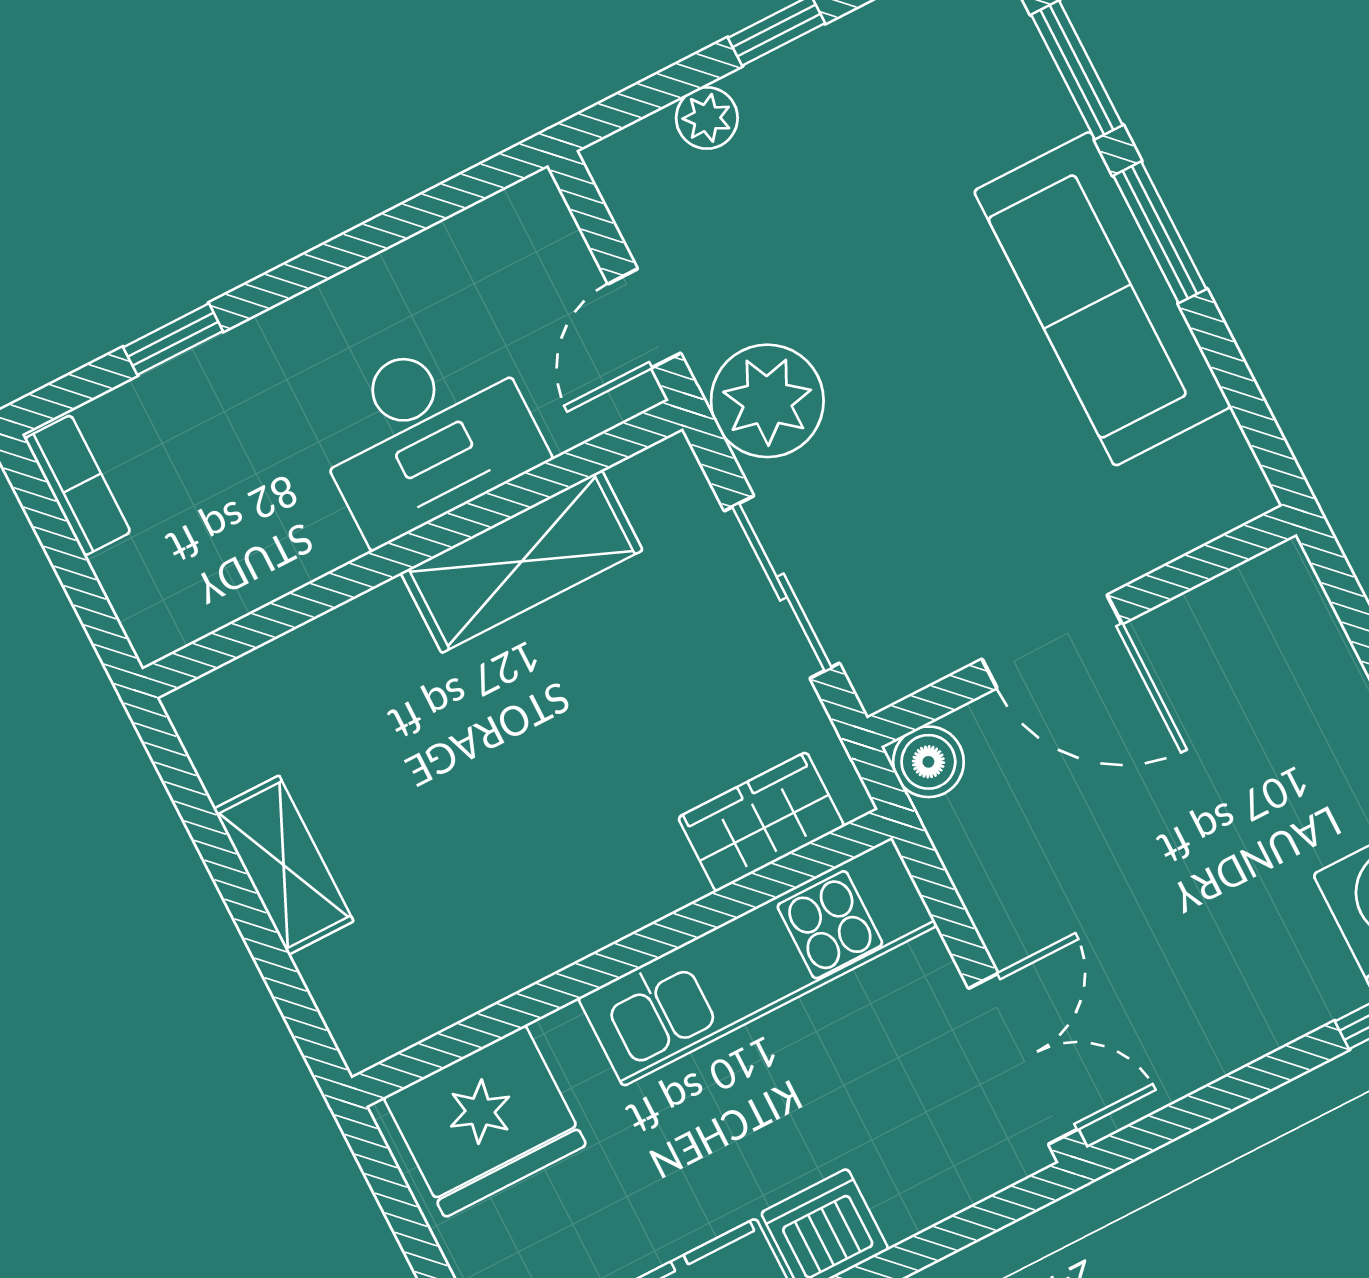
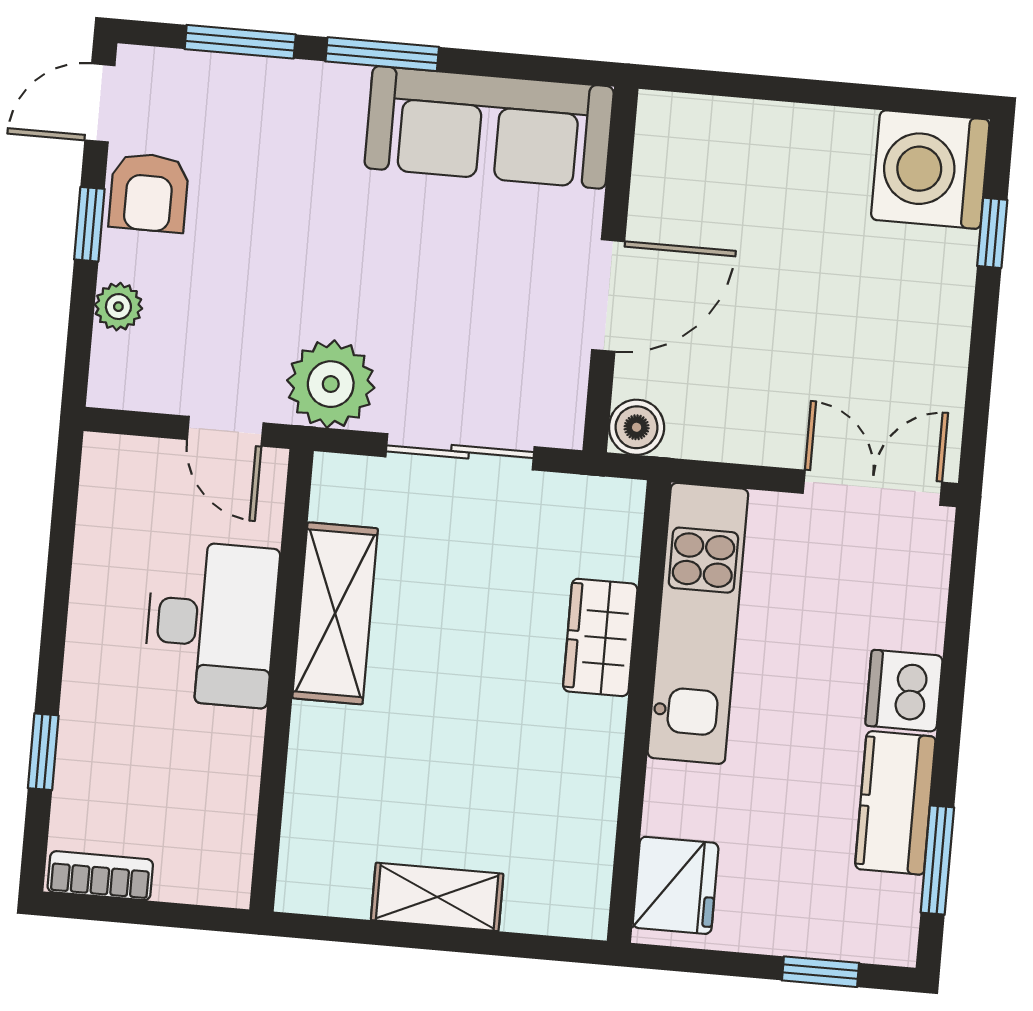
armchair: (851, 73) -> (149, 192), added
sofa: (1102, 299) -> (489, 127), moved
wardrobe: (761, 822) -> (600, 637), moved
fridge: (485, 1121) -> (676, 885), width x0.73, depth x0.75

